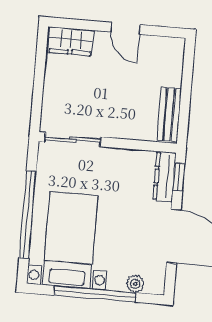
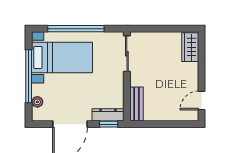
door: (125, 28) -> (202, 100), moved
bench: (169, 114) -> (136, 104), moved, turned 90

